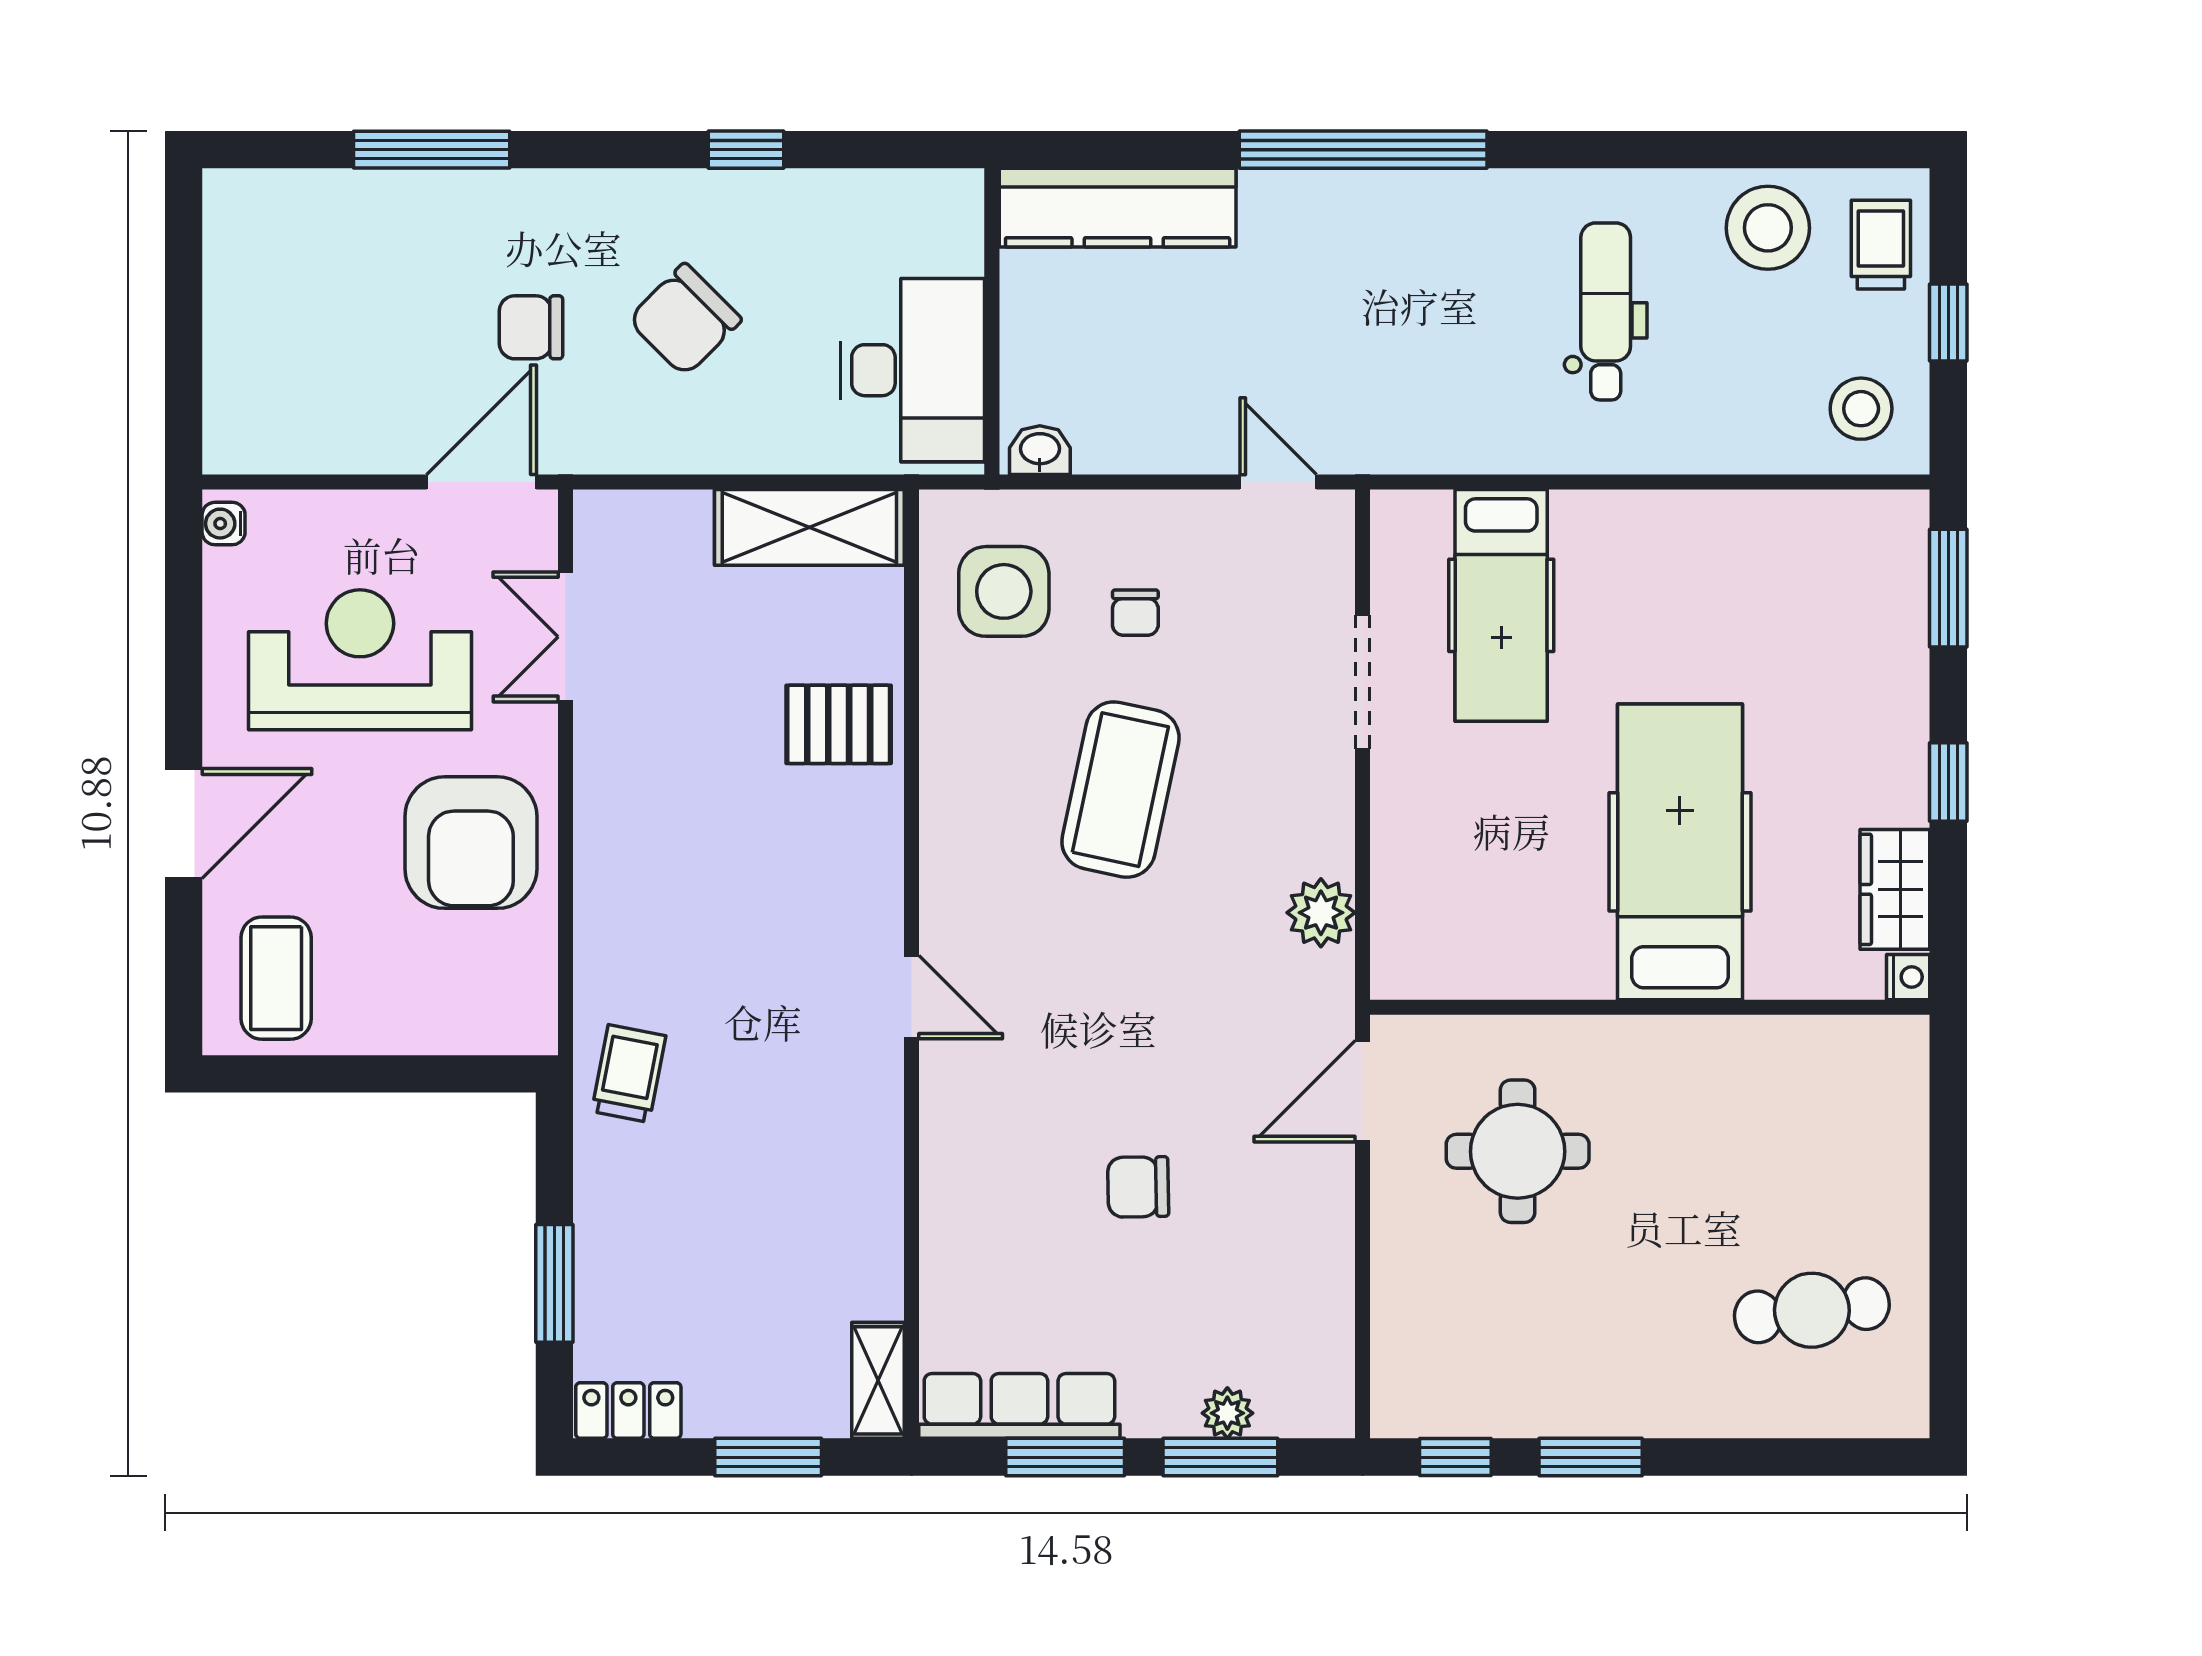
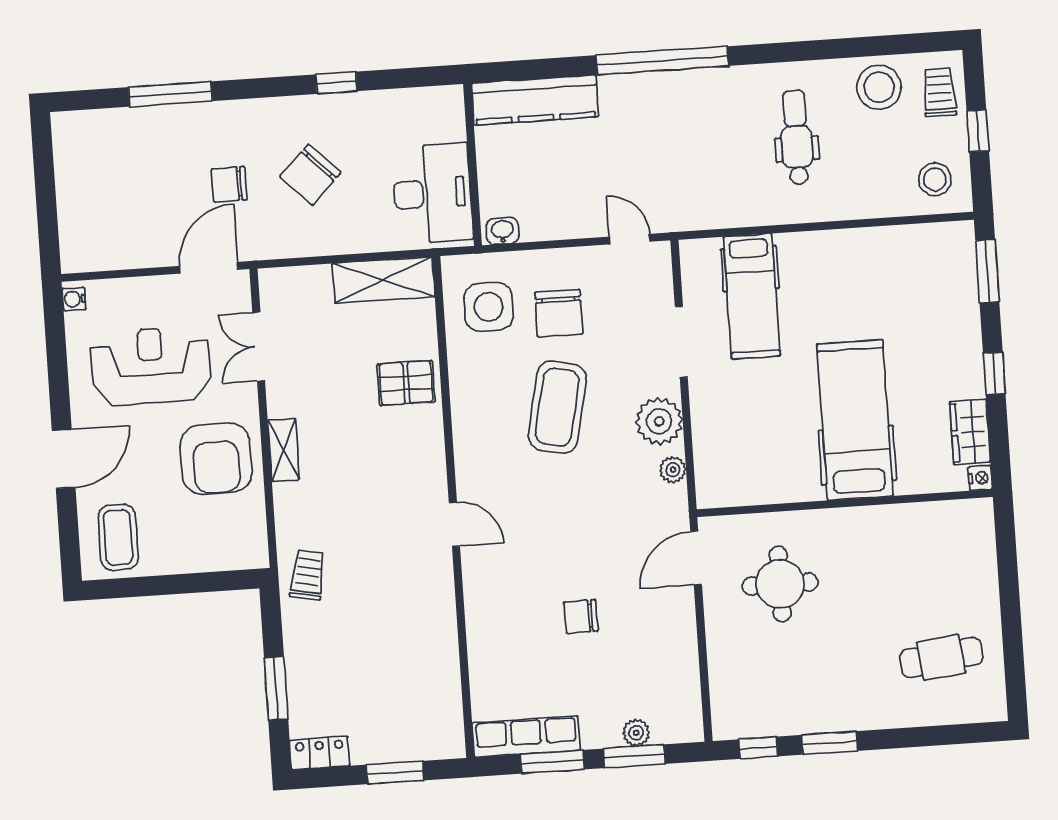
chair: (1135, 613) -> (559, 313), width x1.87, depth x1.87
plant: (1311, 829) -> (659, 421), added
plant: (1321, 913) -> (673, 470), width x0.73, depth x0.73
shelving: (878, 1380) -> (284, 450), moved

